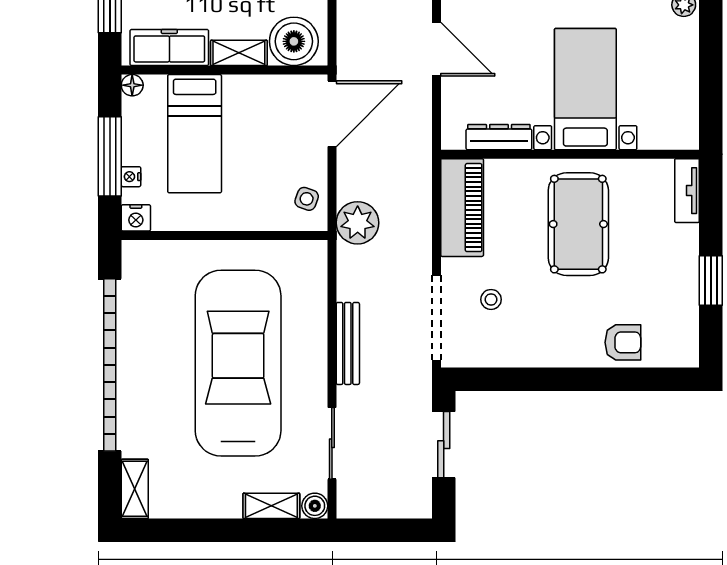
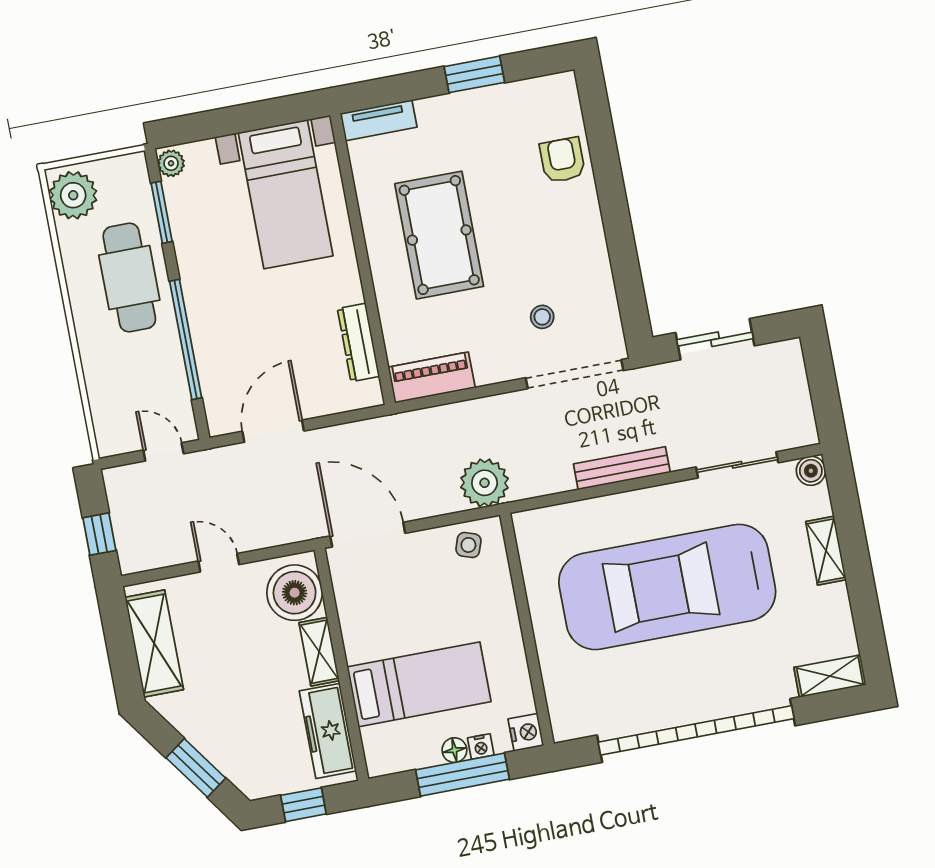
floor lamp: (132, 85) -> (454, 750), moved
bed with nightstands: (585, 89) -> (286, 194), moved, turned -90
piano: (462, 208) -> (432, 377), width x0.73, depth x0.75
pool table: (578, 224) -> (439, 235), turned 90
shelving: (271, 506) -> (826, 551), moved

